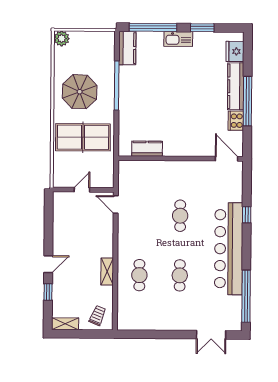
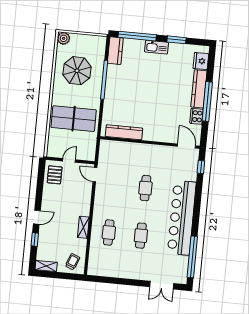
parasol: (80, 92) -> (77, 71), moved
kitchen counter: (147, 149) -> (124, 132), width x1.50
pallet: (66, 209) -> (55, 175), added
window: (247, 215) -> (201, 167), moved

